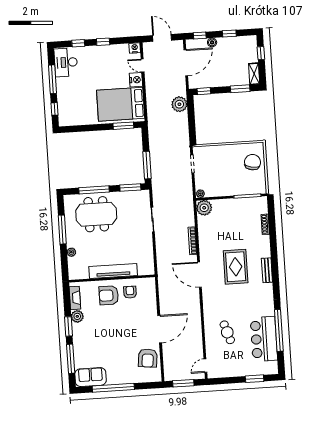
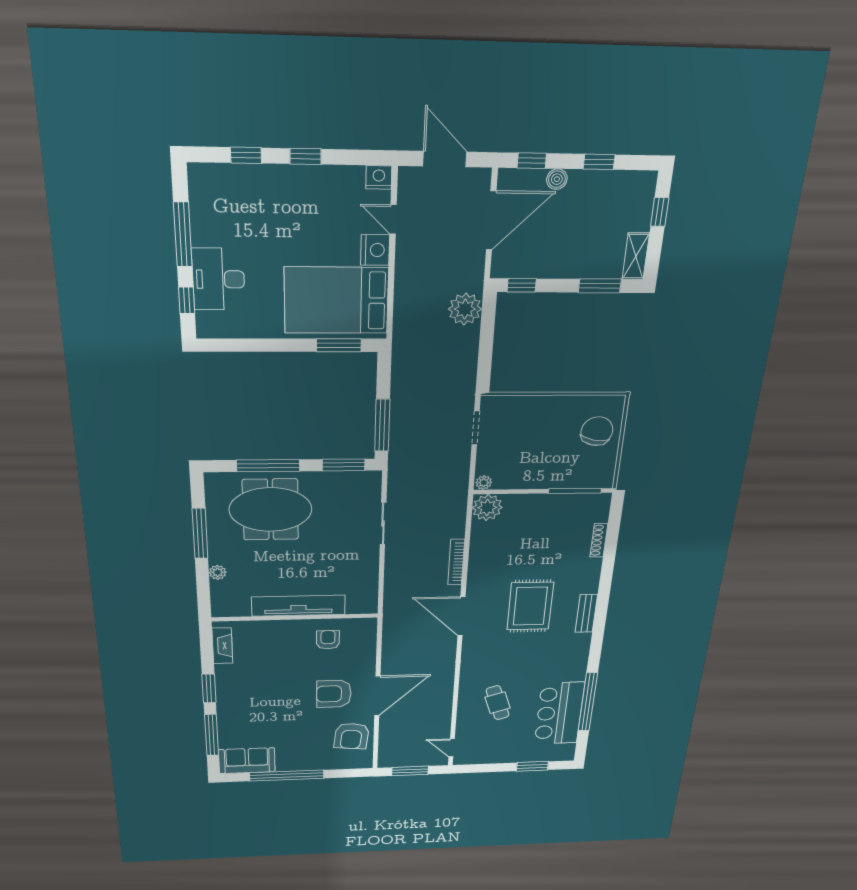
desk: (66, 62) -> (219, 279), moved
armchair: (109, 295) -> (334, 694), moved
plant: (77, 316) -> (226, 674), removed
door: (205, 366) -> (452, 748), hinge flipped

